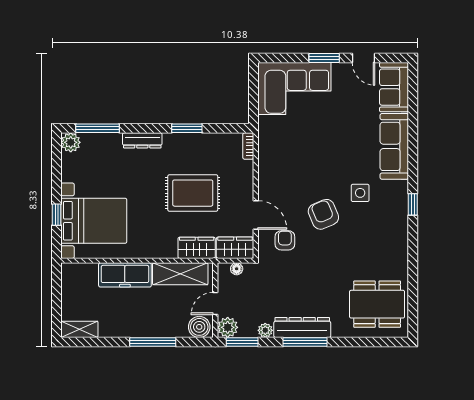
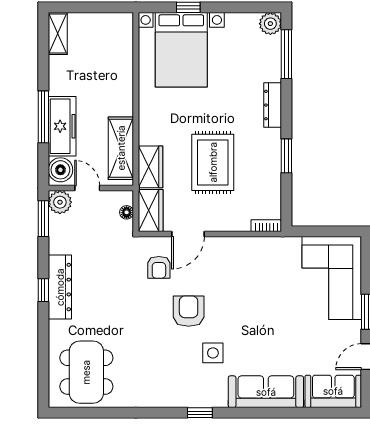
armchair: (323, 214) -> (189, 311), turned -67
armchair: (285, 240) -> (159, 267), turned 90
freezer: (125, 275) -> (62, 126), moved, turned 180
plant: (265, 330) -> (57, 245), removed
window: (305, 342) -> (43, 290), width x0.46

